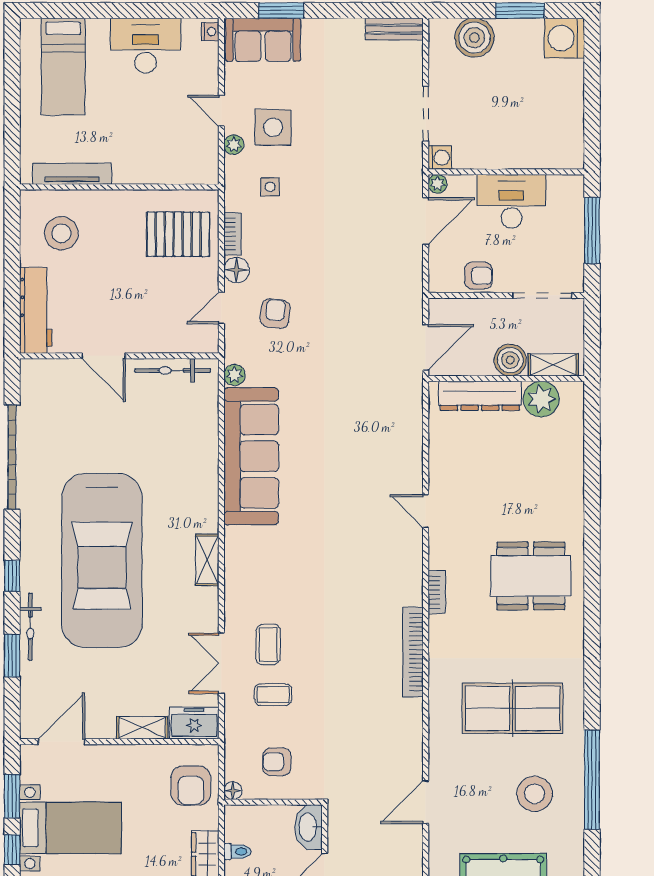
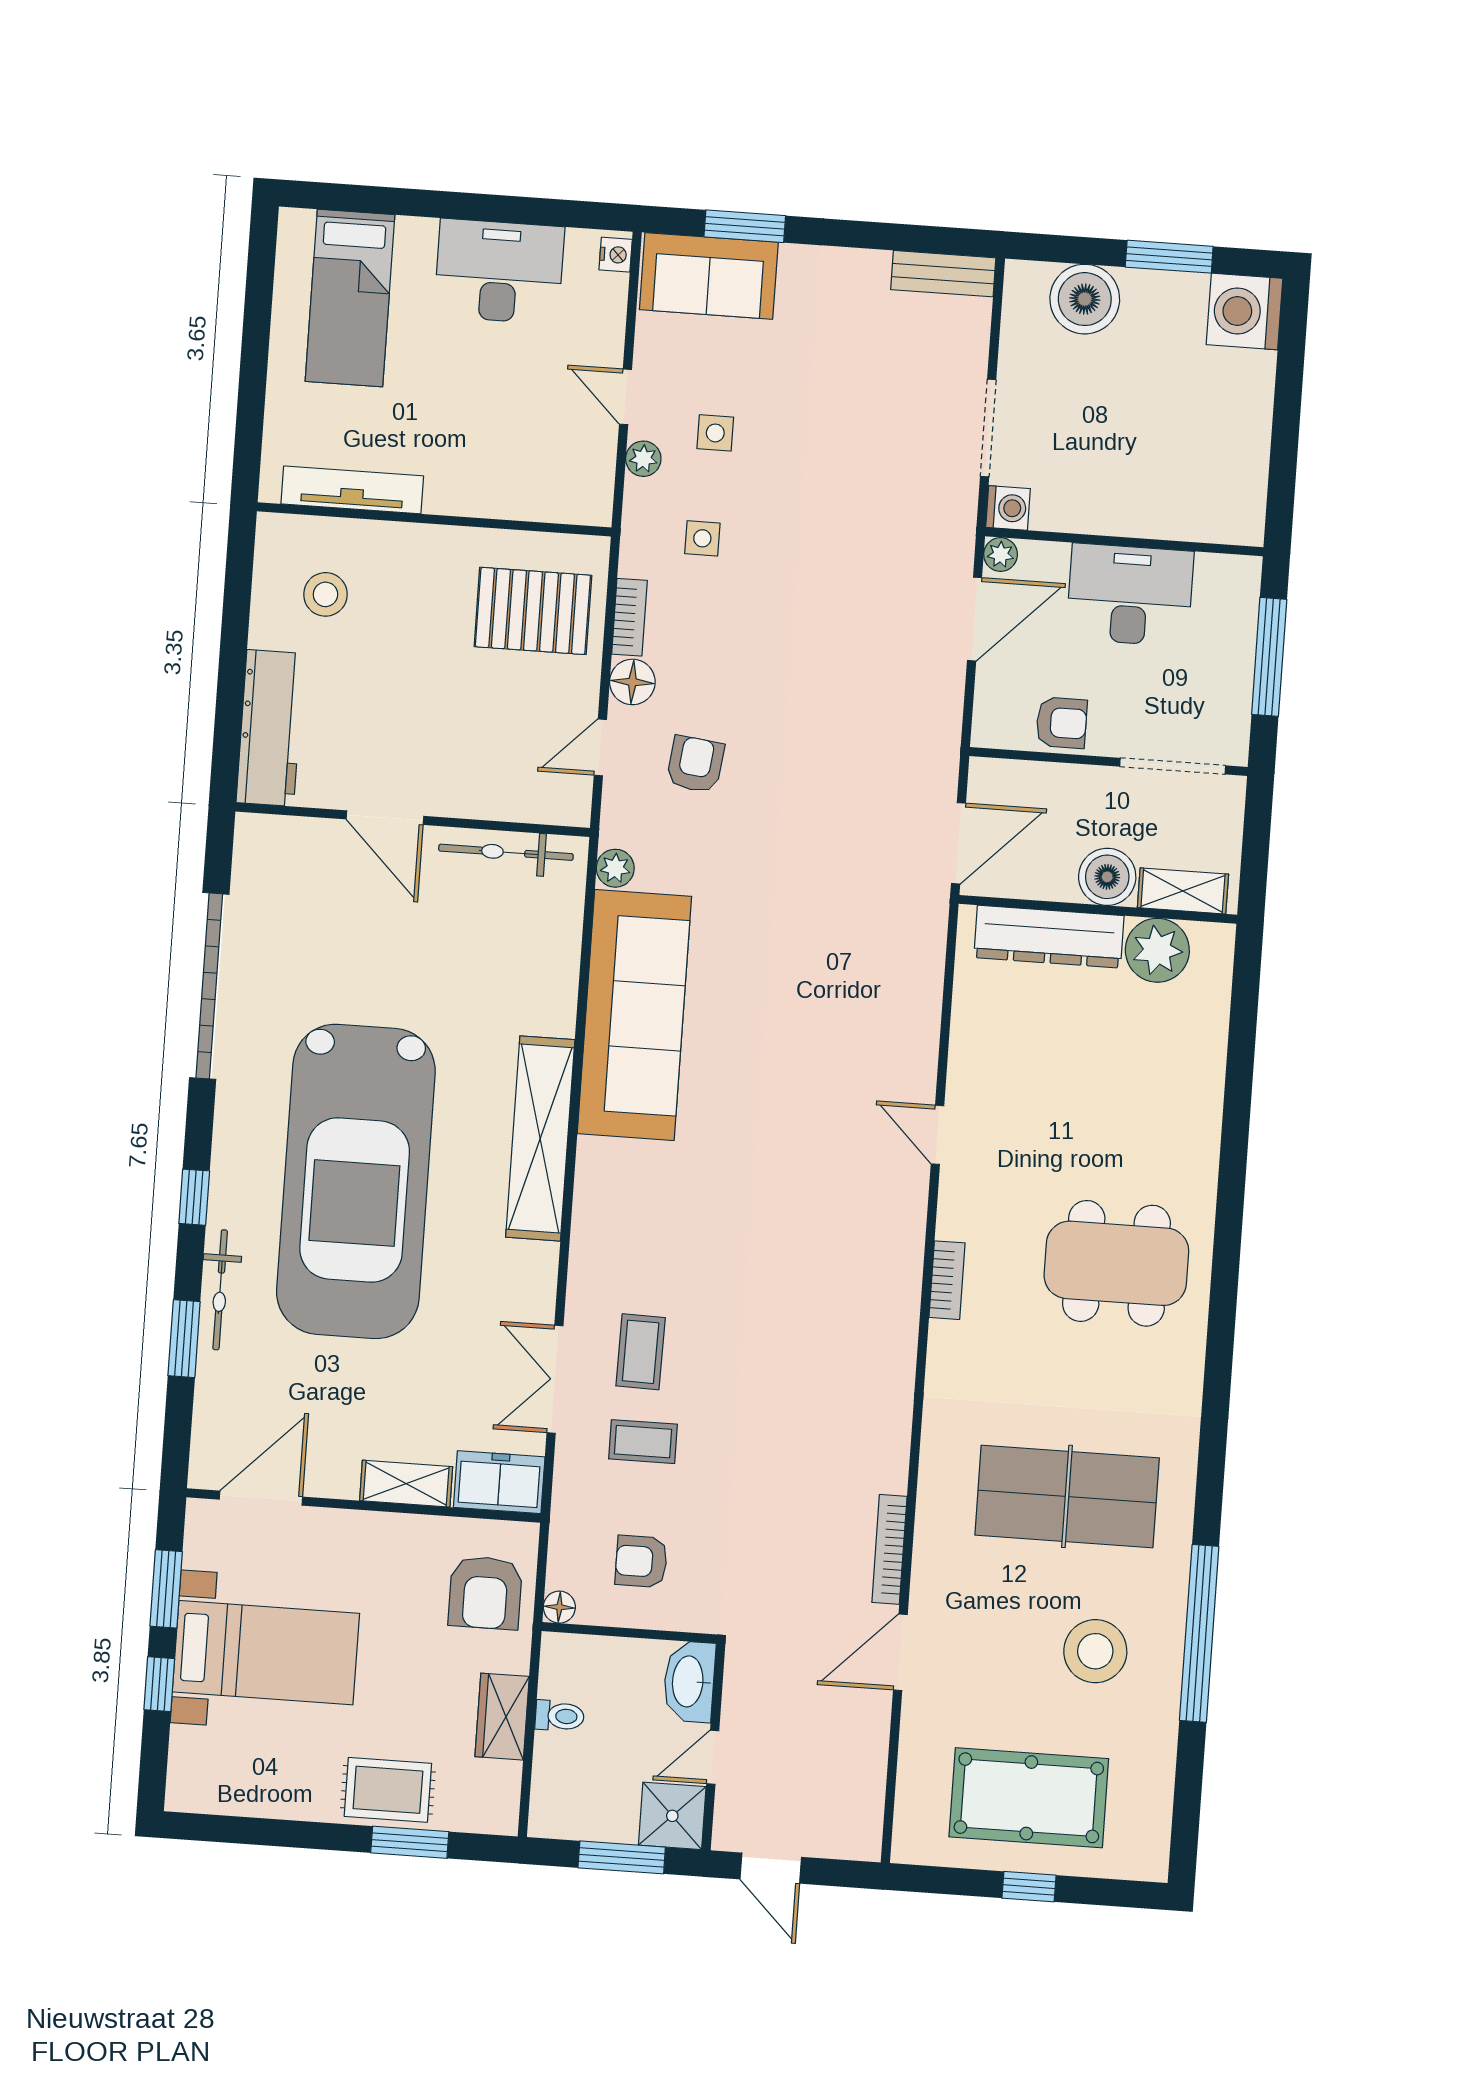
side table: (273, 127) -> (715, 433), width x0.54, depth x0.54
stool: (61, 233) -> (325, 594), width x0.73, depth x0.73
shelving: (207, 560) -> (540, 1138), width x2.20, depth x1.33
bookcase: (413, 652) -> (889, 1549), moved, width x0.68, depth x0.76

